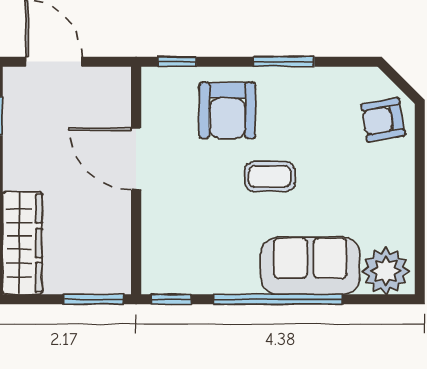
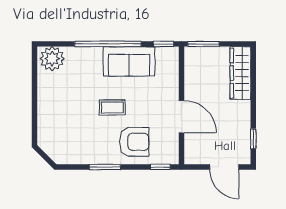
armchair: (227, 110) -> (134, 142), turned 90
armchair: (383, 120) -> (54, 137), removed
sofa: (310, 266) -> (129, 61), moved

